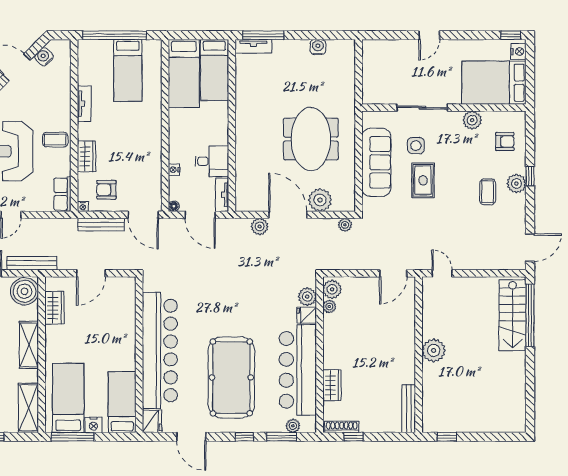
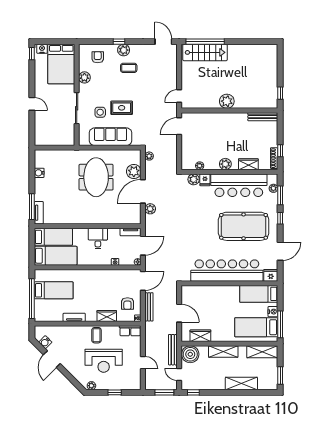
meeting table: (311, 139) -> (96, 177), turned 90
desk: (212, 161) -> (98, 238), moved
door: (393, 273) -> (179, 126), swing flipped
plant: (332, 289) -> (225, 164), moved

